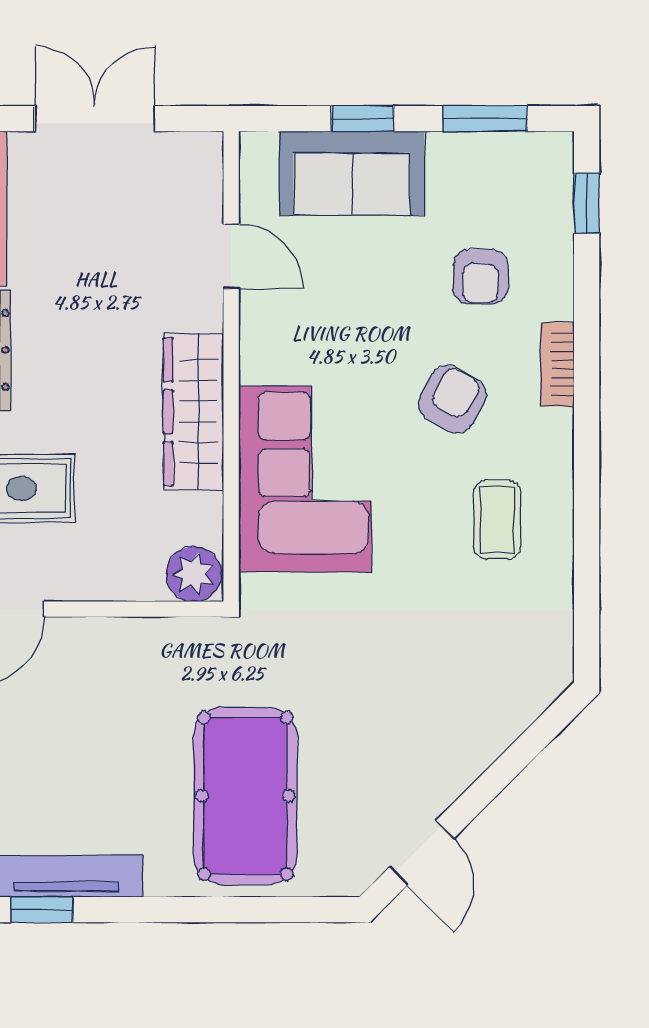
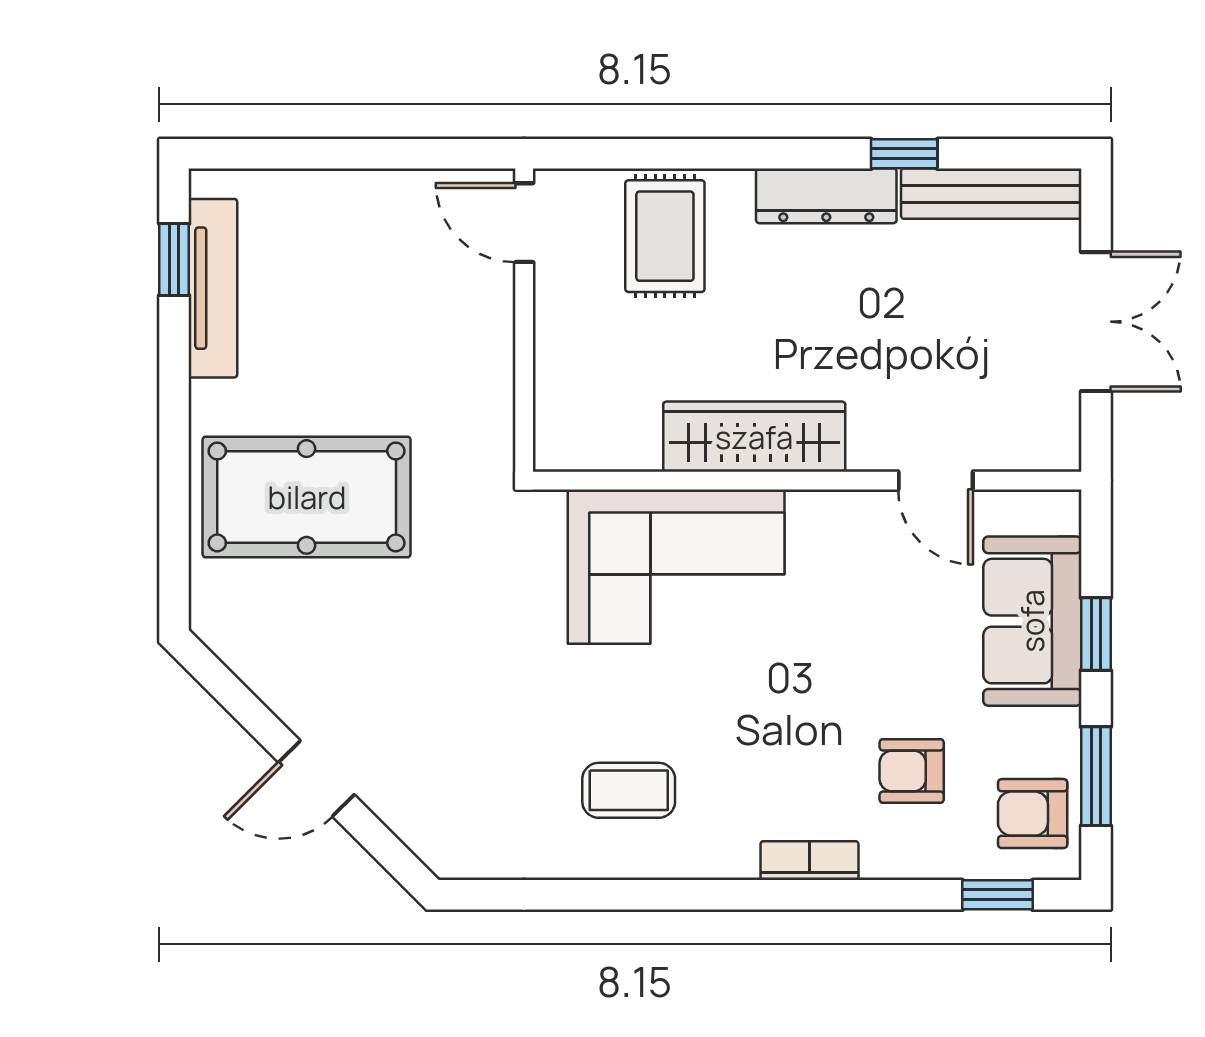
door: (231, 256) -> (936, 481), hinge flipped
armchair: (452, 399) -> (1033, 814), moved, turned 151
plant: (194, 574) -> (565, 437), removed
door: (422, 853) -> (316, 778), moved

